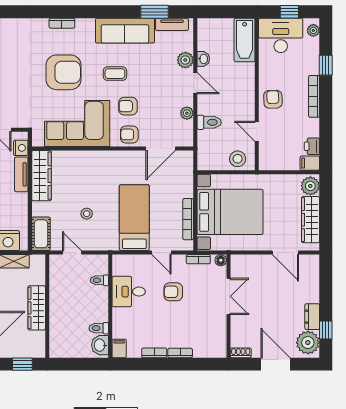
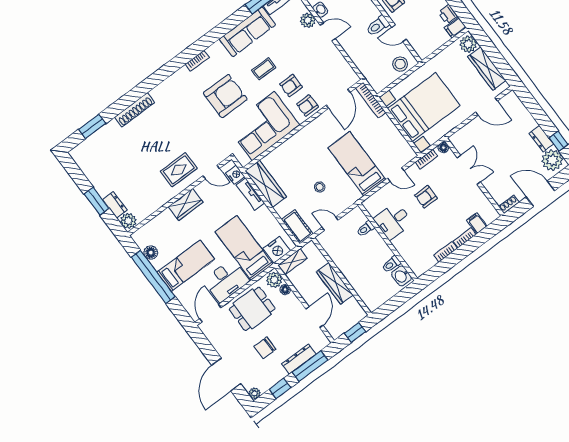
plant: (187, 113) -> (338, 58), removed
toilet: (209, 122) -> (378, 26), moved, turned 180
bookcase: (188, 219) -> (371, 100), moved
filing cabinet: (119, 348) -> (477, 223), moved

